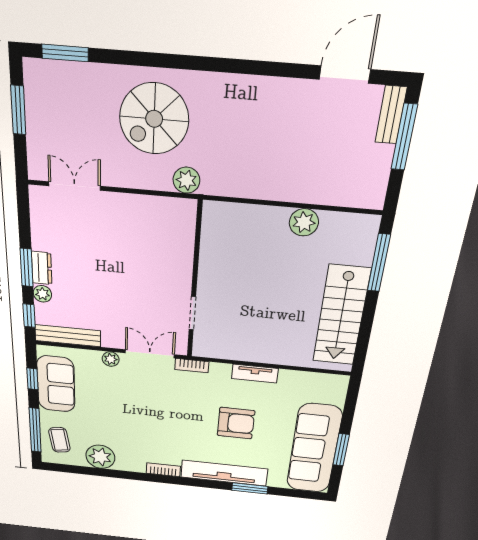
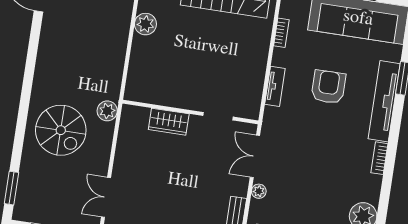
wardrobe: (180, 257) -> (169, 122), added
bookcase: (192, 366) -> (281, 33), moved
tv unit: (255, 374) -> (275, 86), moved

